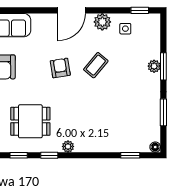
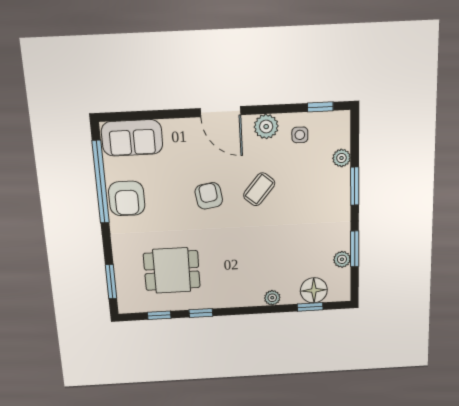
door: (72, 10) -> (221, 112), hinge flipped
plant: (154, 66) -> (341, 158), moved
plant: (154, 120) -> (342, 259), added
plant: (68, 146) -> (272, 298), moved
floor lamp: (155, 147) -> (314, 290), moved, width x1.89, depth x1.89

